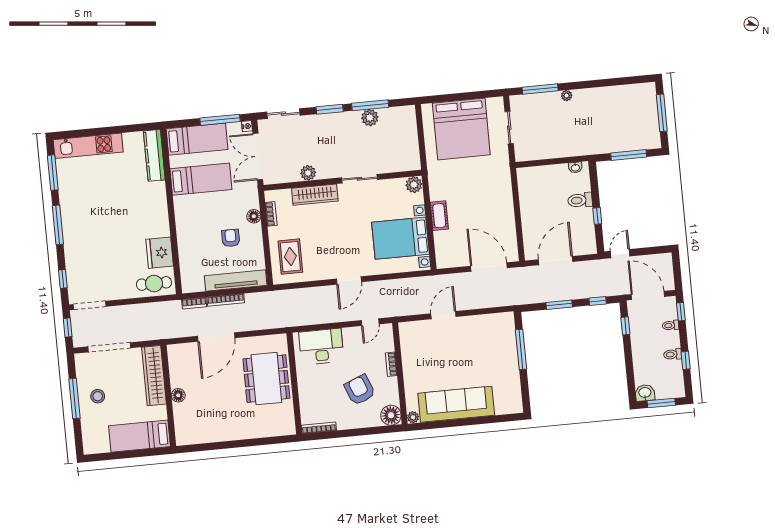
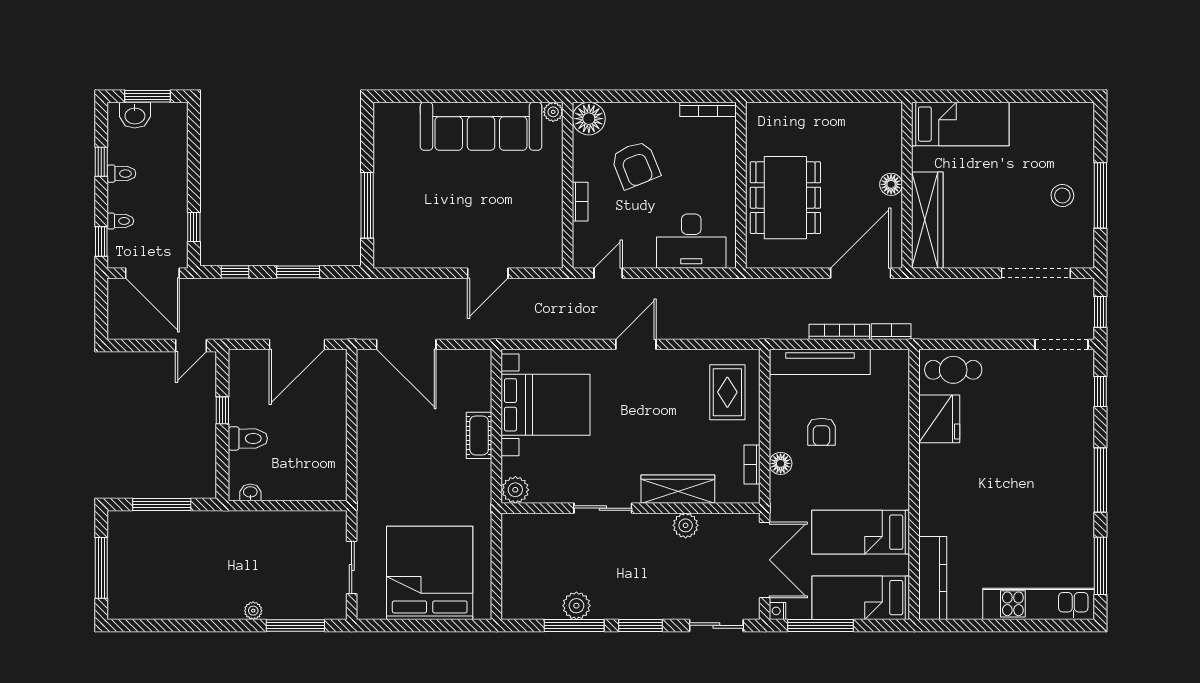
wardrobe: (154, 376) -> (927, 220), moved
washbasin: (645, 393) -> (135, 115), moved
floor lamp: (178, 395) -> (891, 184), moved
wall: (168, 396) -> (907, 185), moved
bed: (140, 436) -> (960, 124), moved

